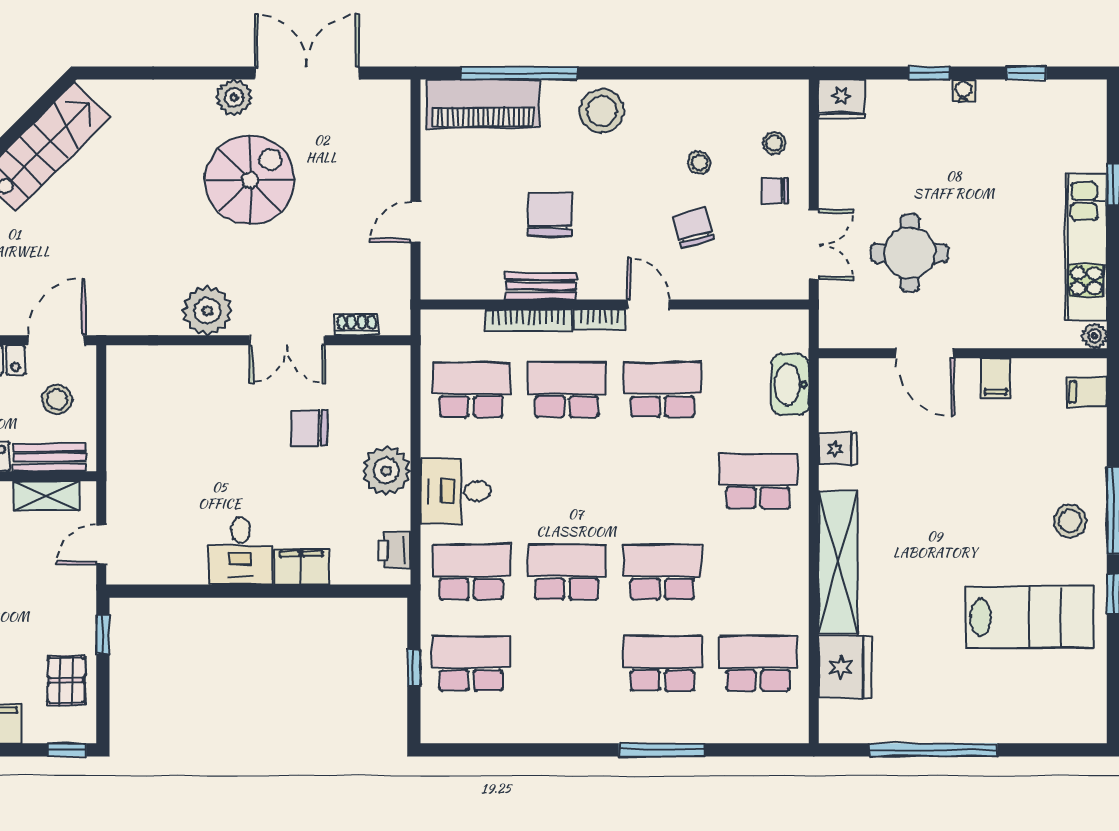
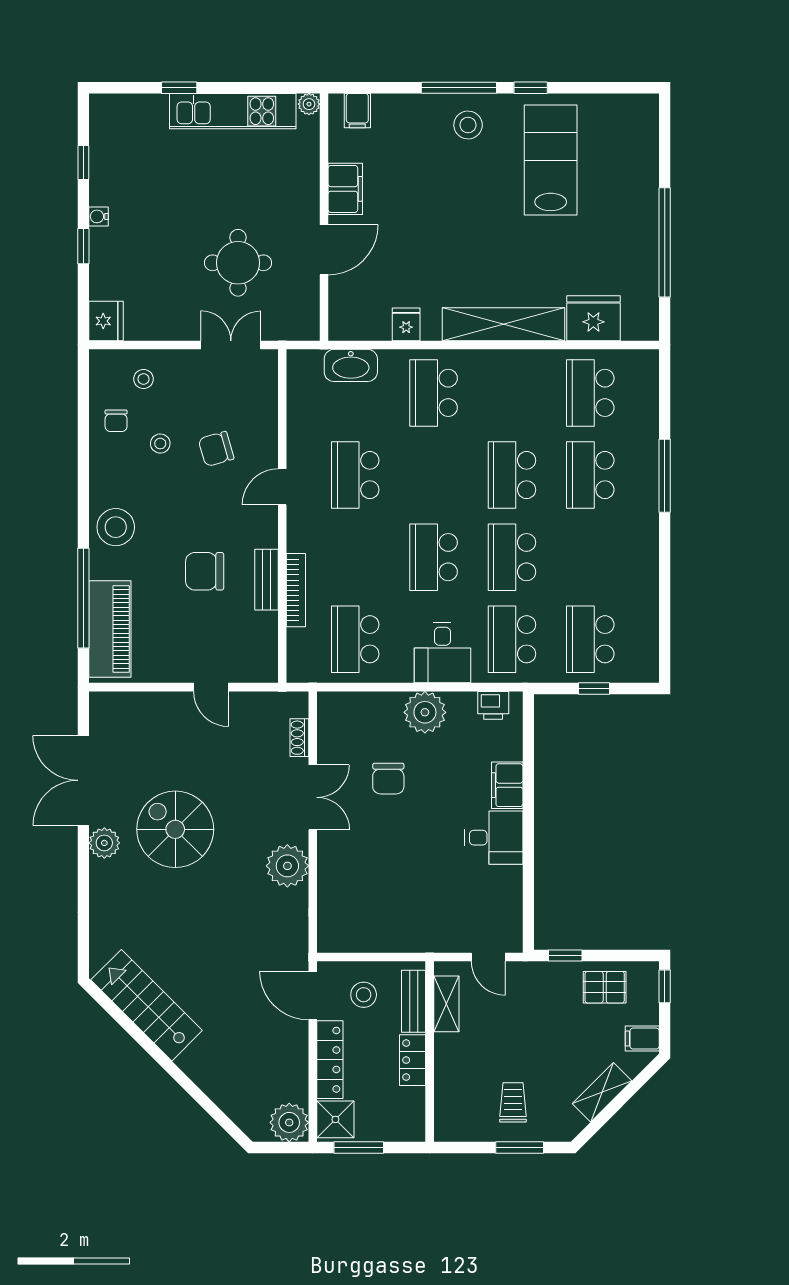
chair: (775, 190) -> (116, 421), moved
bookcase: (599, 320) -> (295, 529), removed
filing cabinet: (996, 378) -> (345, 189), width x2.00
school desk: (567, 390) -> (434, 557), moved

